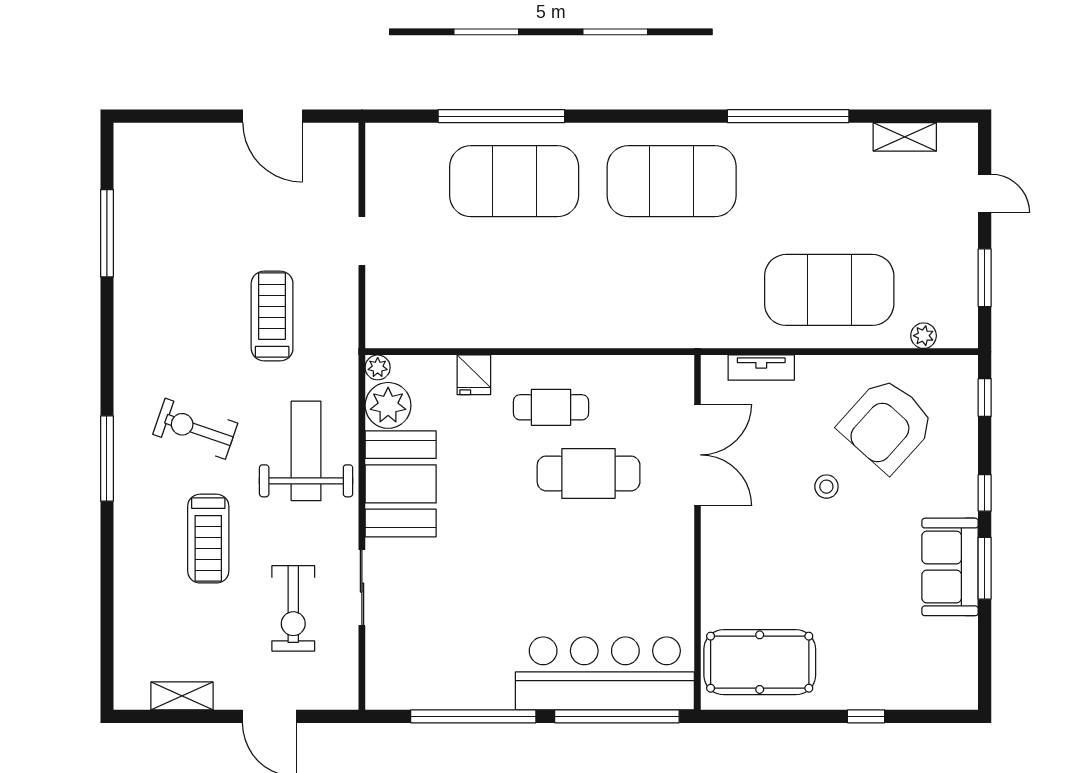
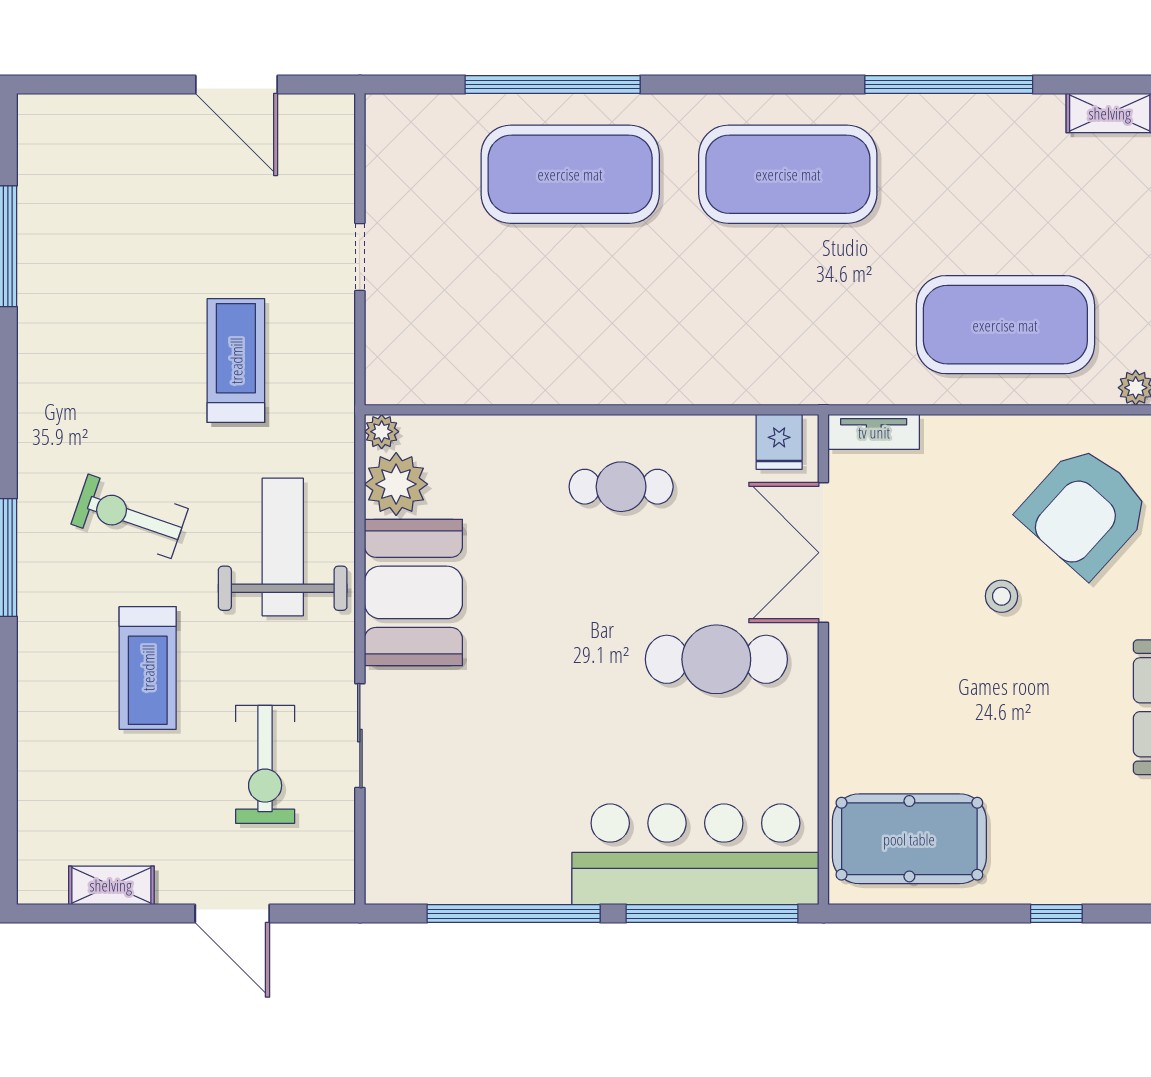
tv unit: (761, 368) -> (874, 432), moved
fridge: (474, 375) -> (779, 442), moved
double door: (697, 455) -> (823, 553), swing flipped
cafe table: (589, 473) -> (716, 659), moved

